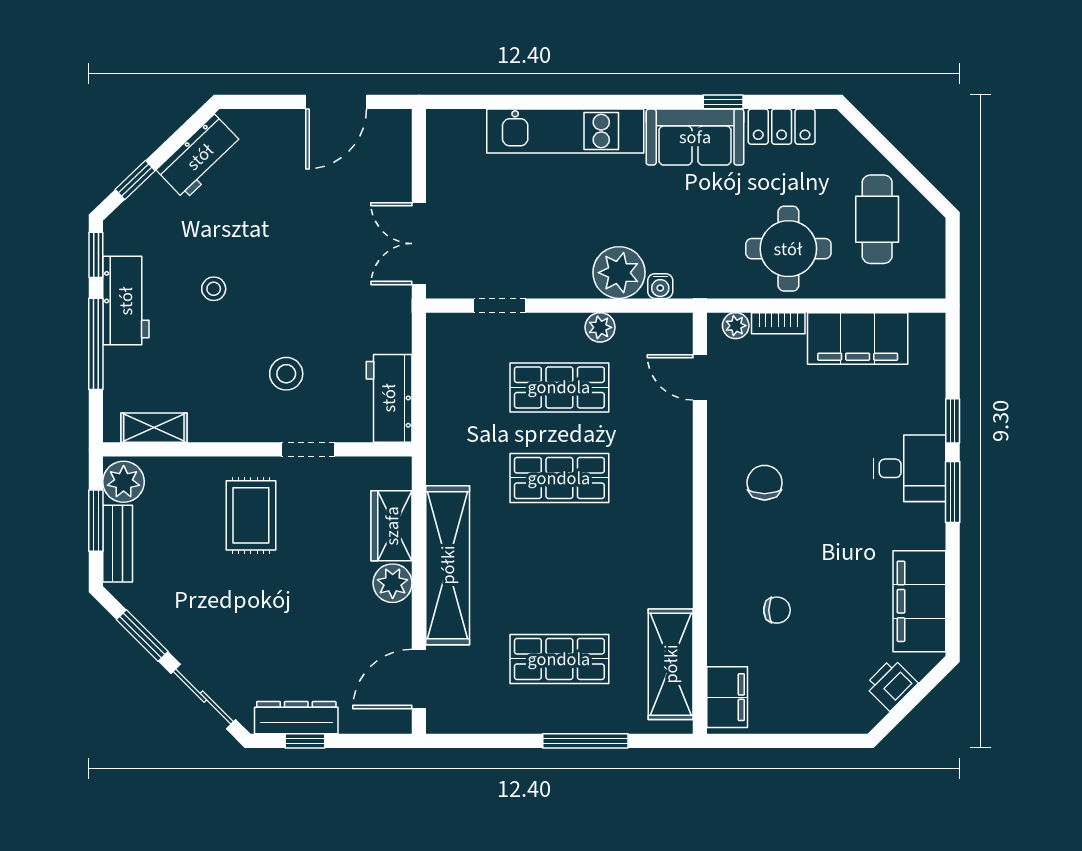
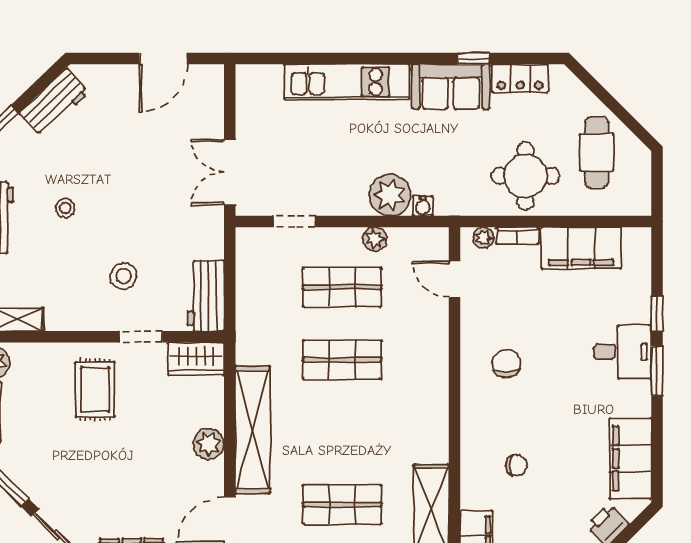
wardrobe: (392, 526) -> (196, 359), moved, turned -90

